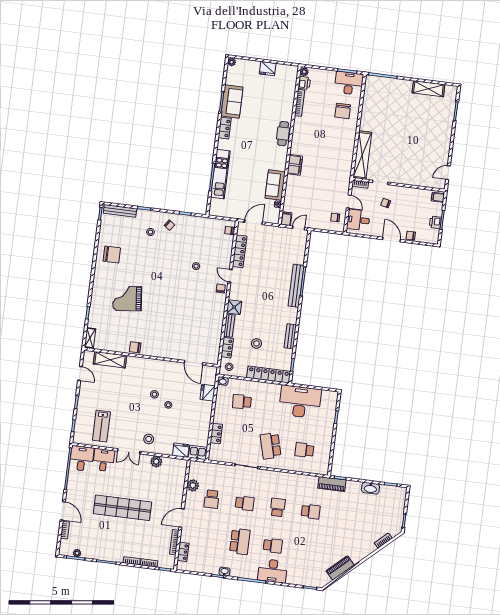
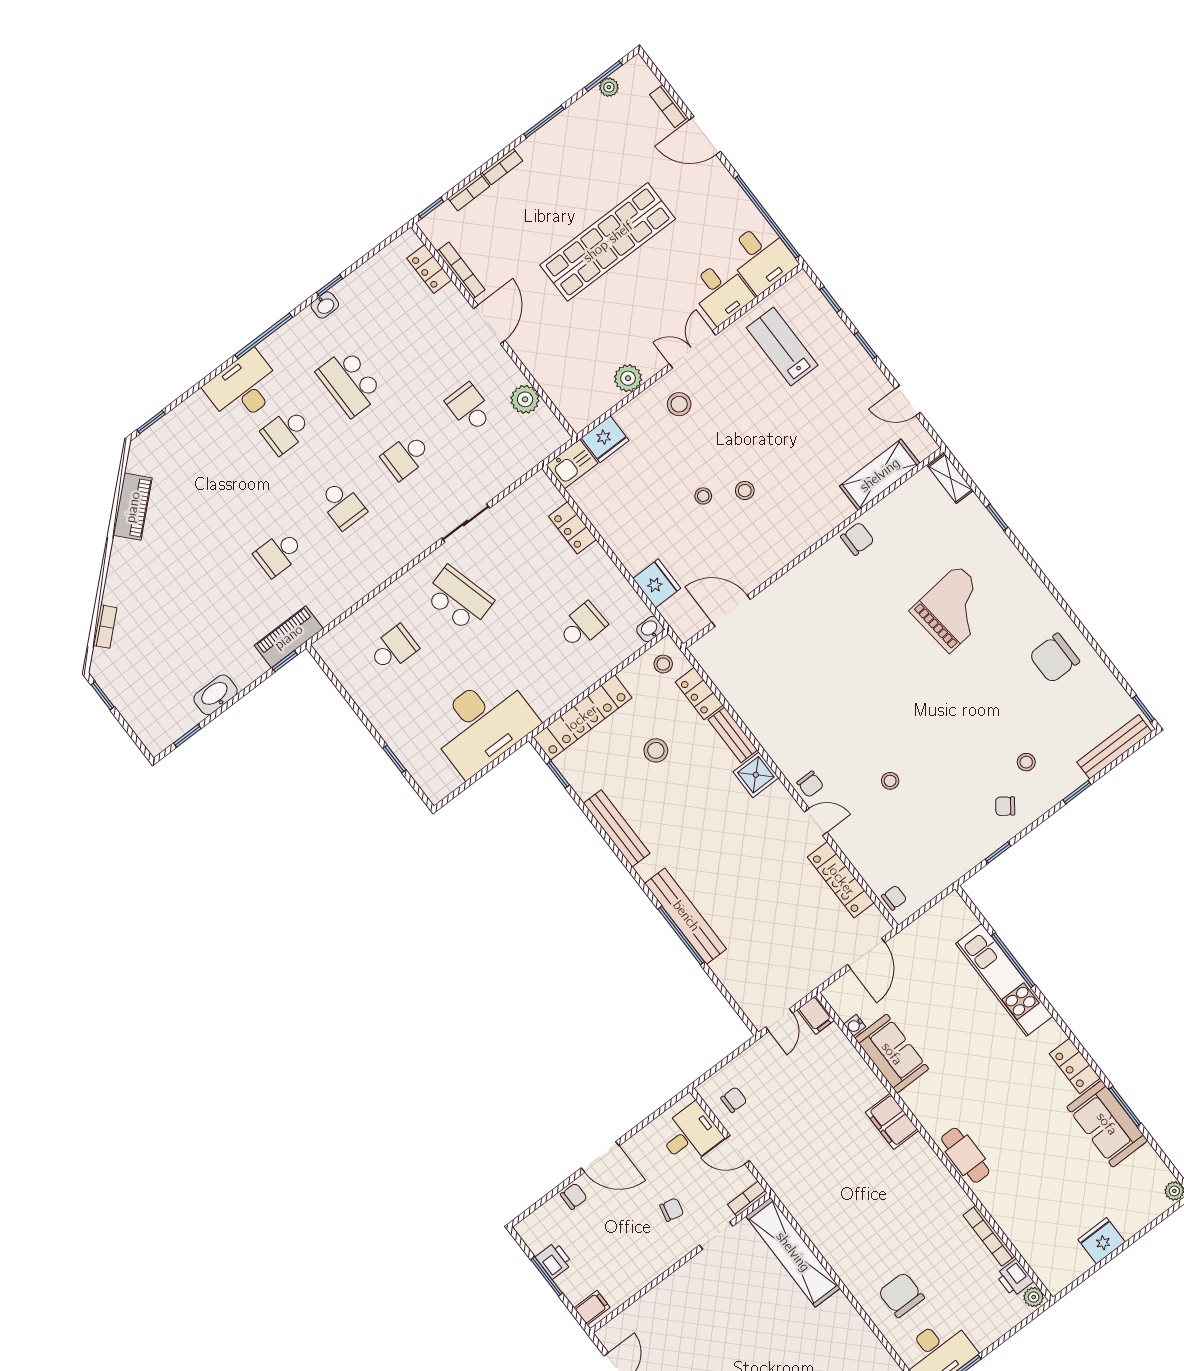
bench: (290, 336) -> (617, 828), width x1.36

